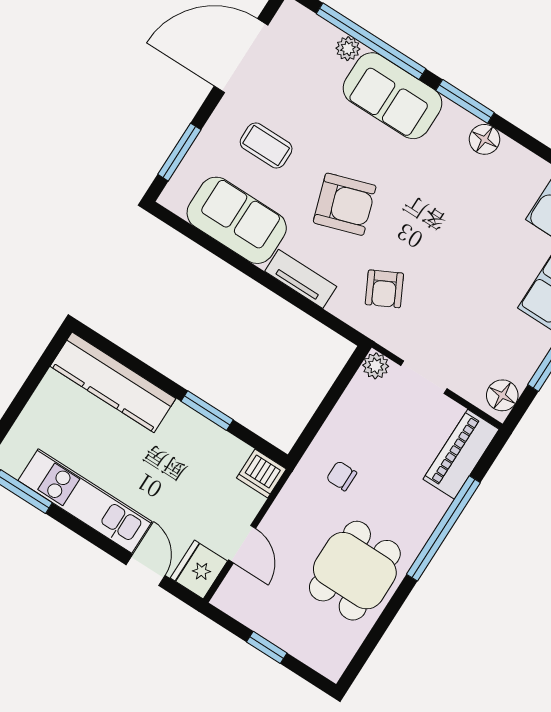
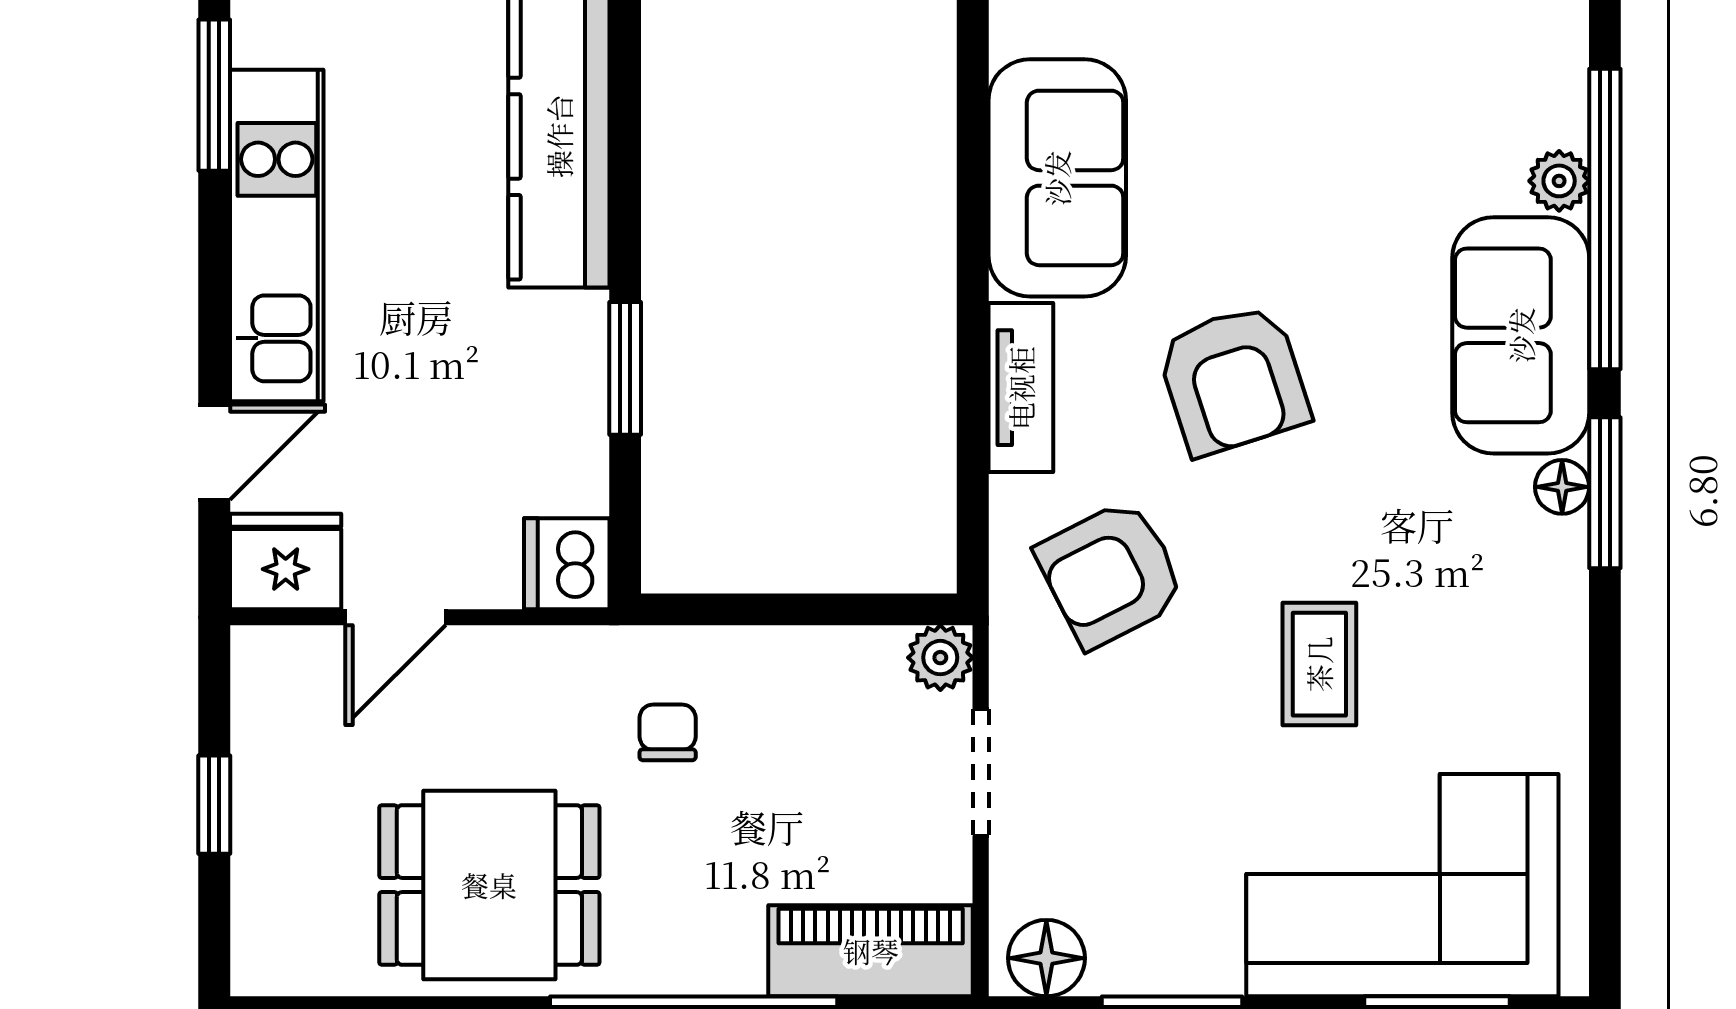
floor lamp: (485, 139) -> (1562, 487), moved, width x0.73, depth x0.73
coffee table: (266, 146) -> (1319, 664), moved
armchair: (384, 289) -> (1111, 574), width x1.38, depth x1.38

